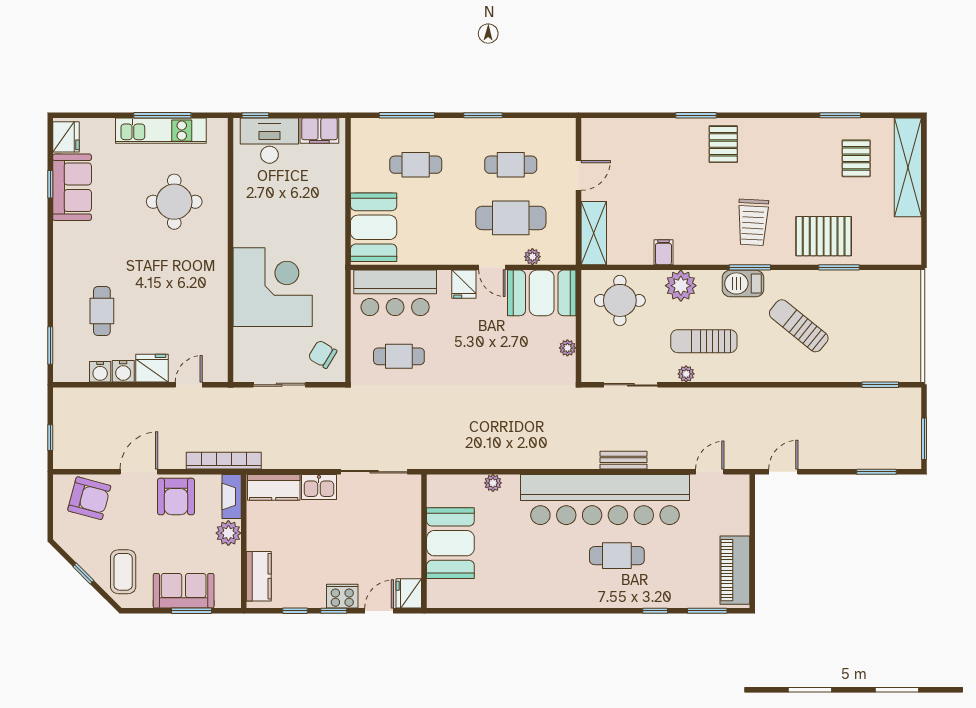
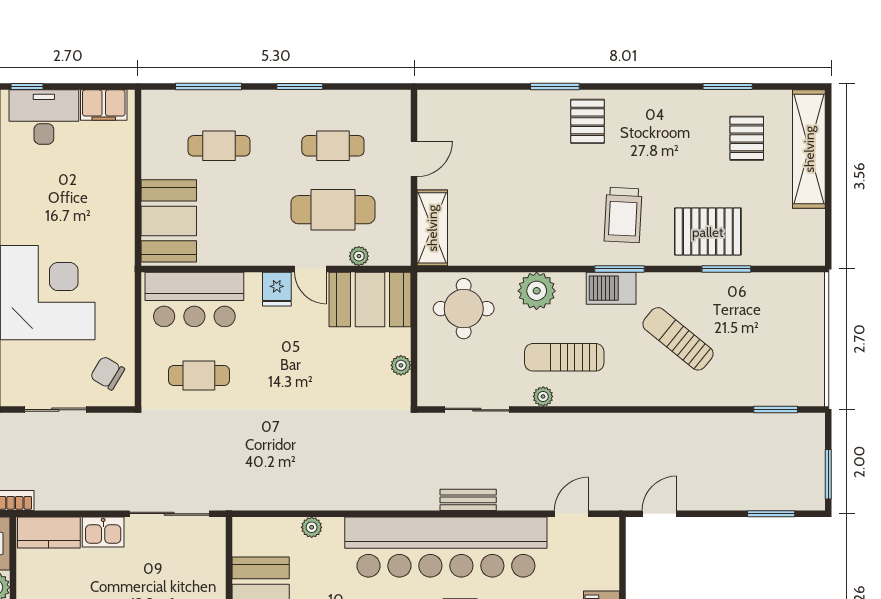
filing cabinet: (663, 252) -> (516, 251), removed

